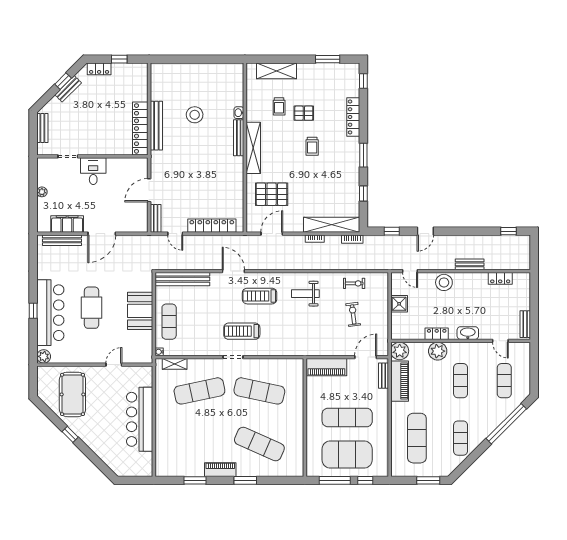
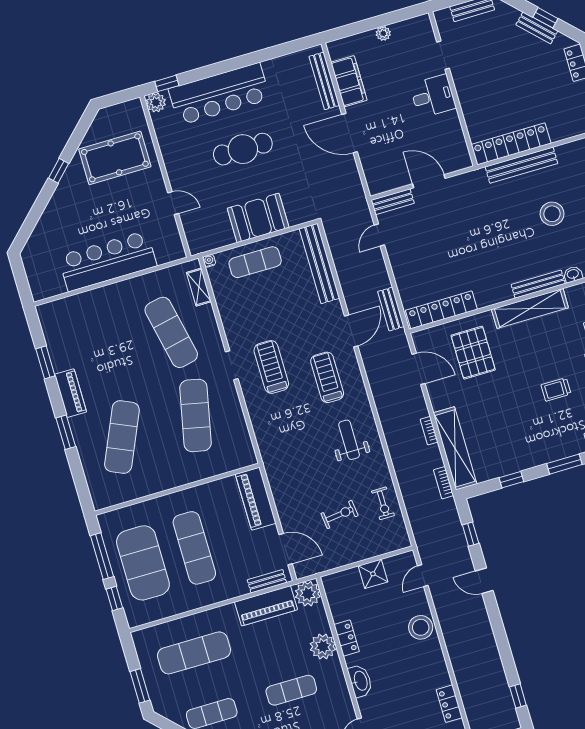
locker: (212, 226) -> (441, 310), moved, turned -90
bench: (470, 264) -> (391, 309), moved
window: (33, 311) -> (167, 83), moved

